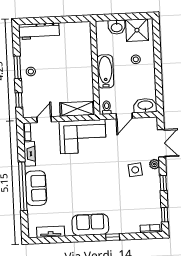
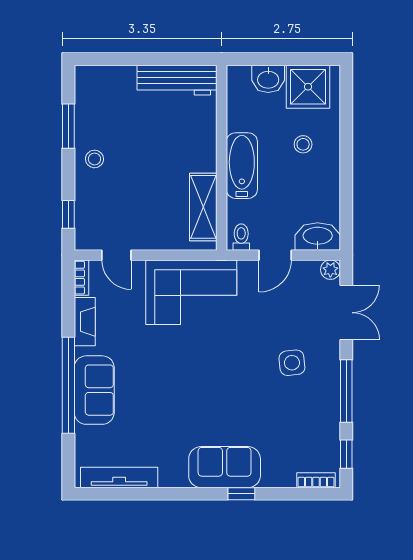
workbench: (39, 31) -> (177, 80), moved
window: (17, 67) -> (68, 126), moved
shelving: (77, 109) -> (203, 207), moved, turned 90
door: (44, 120) -> (116, 255), swing flipped
plant: (154, 164) -> (330, 270), moved
window: (163, 183) -> (346, 391), width x2.17
sofa: (90, 225) -> (225, 467), moved
tv unit: (51, 232) -> (119, 477), width x1.41

